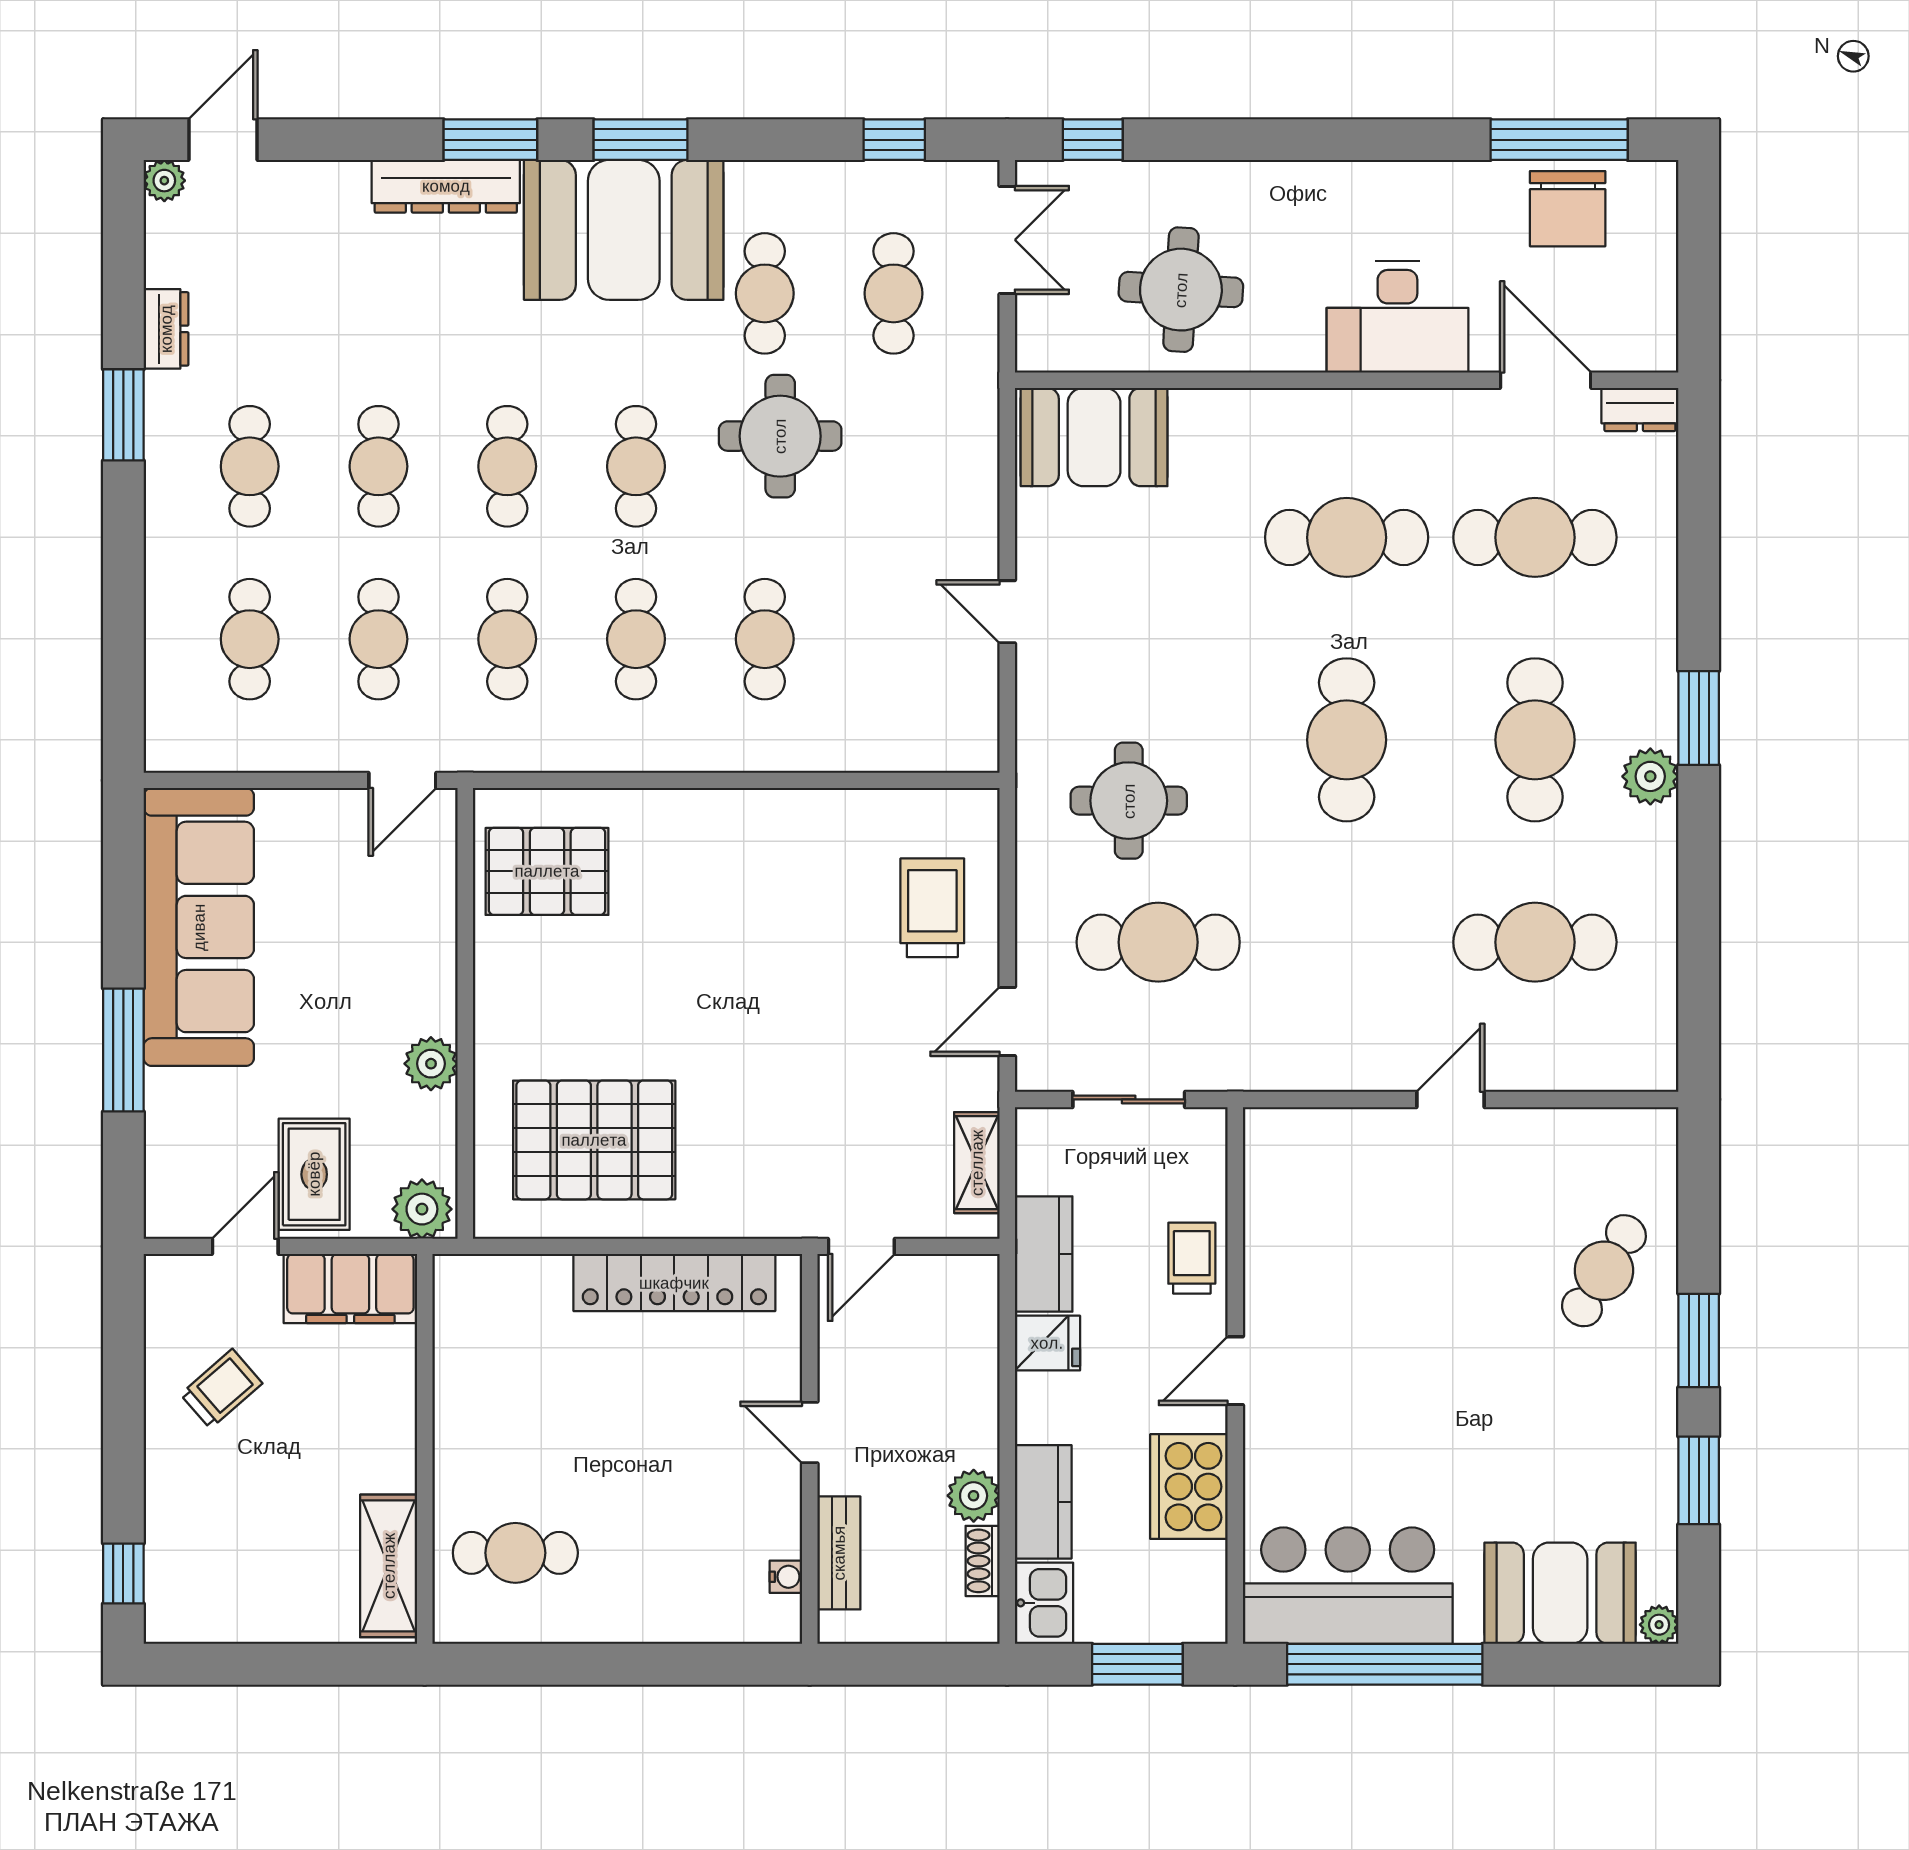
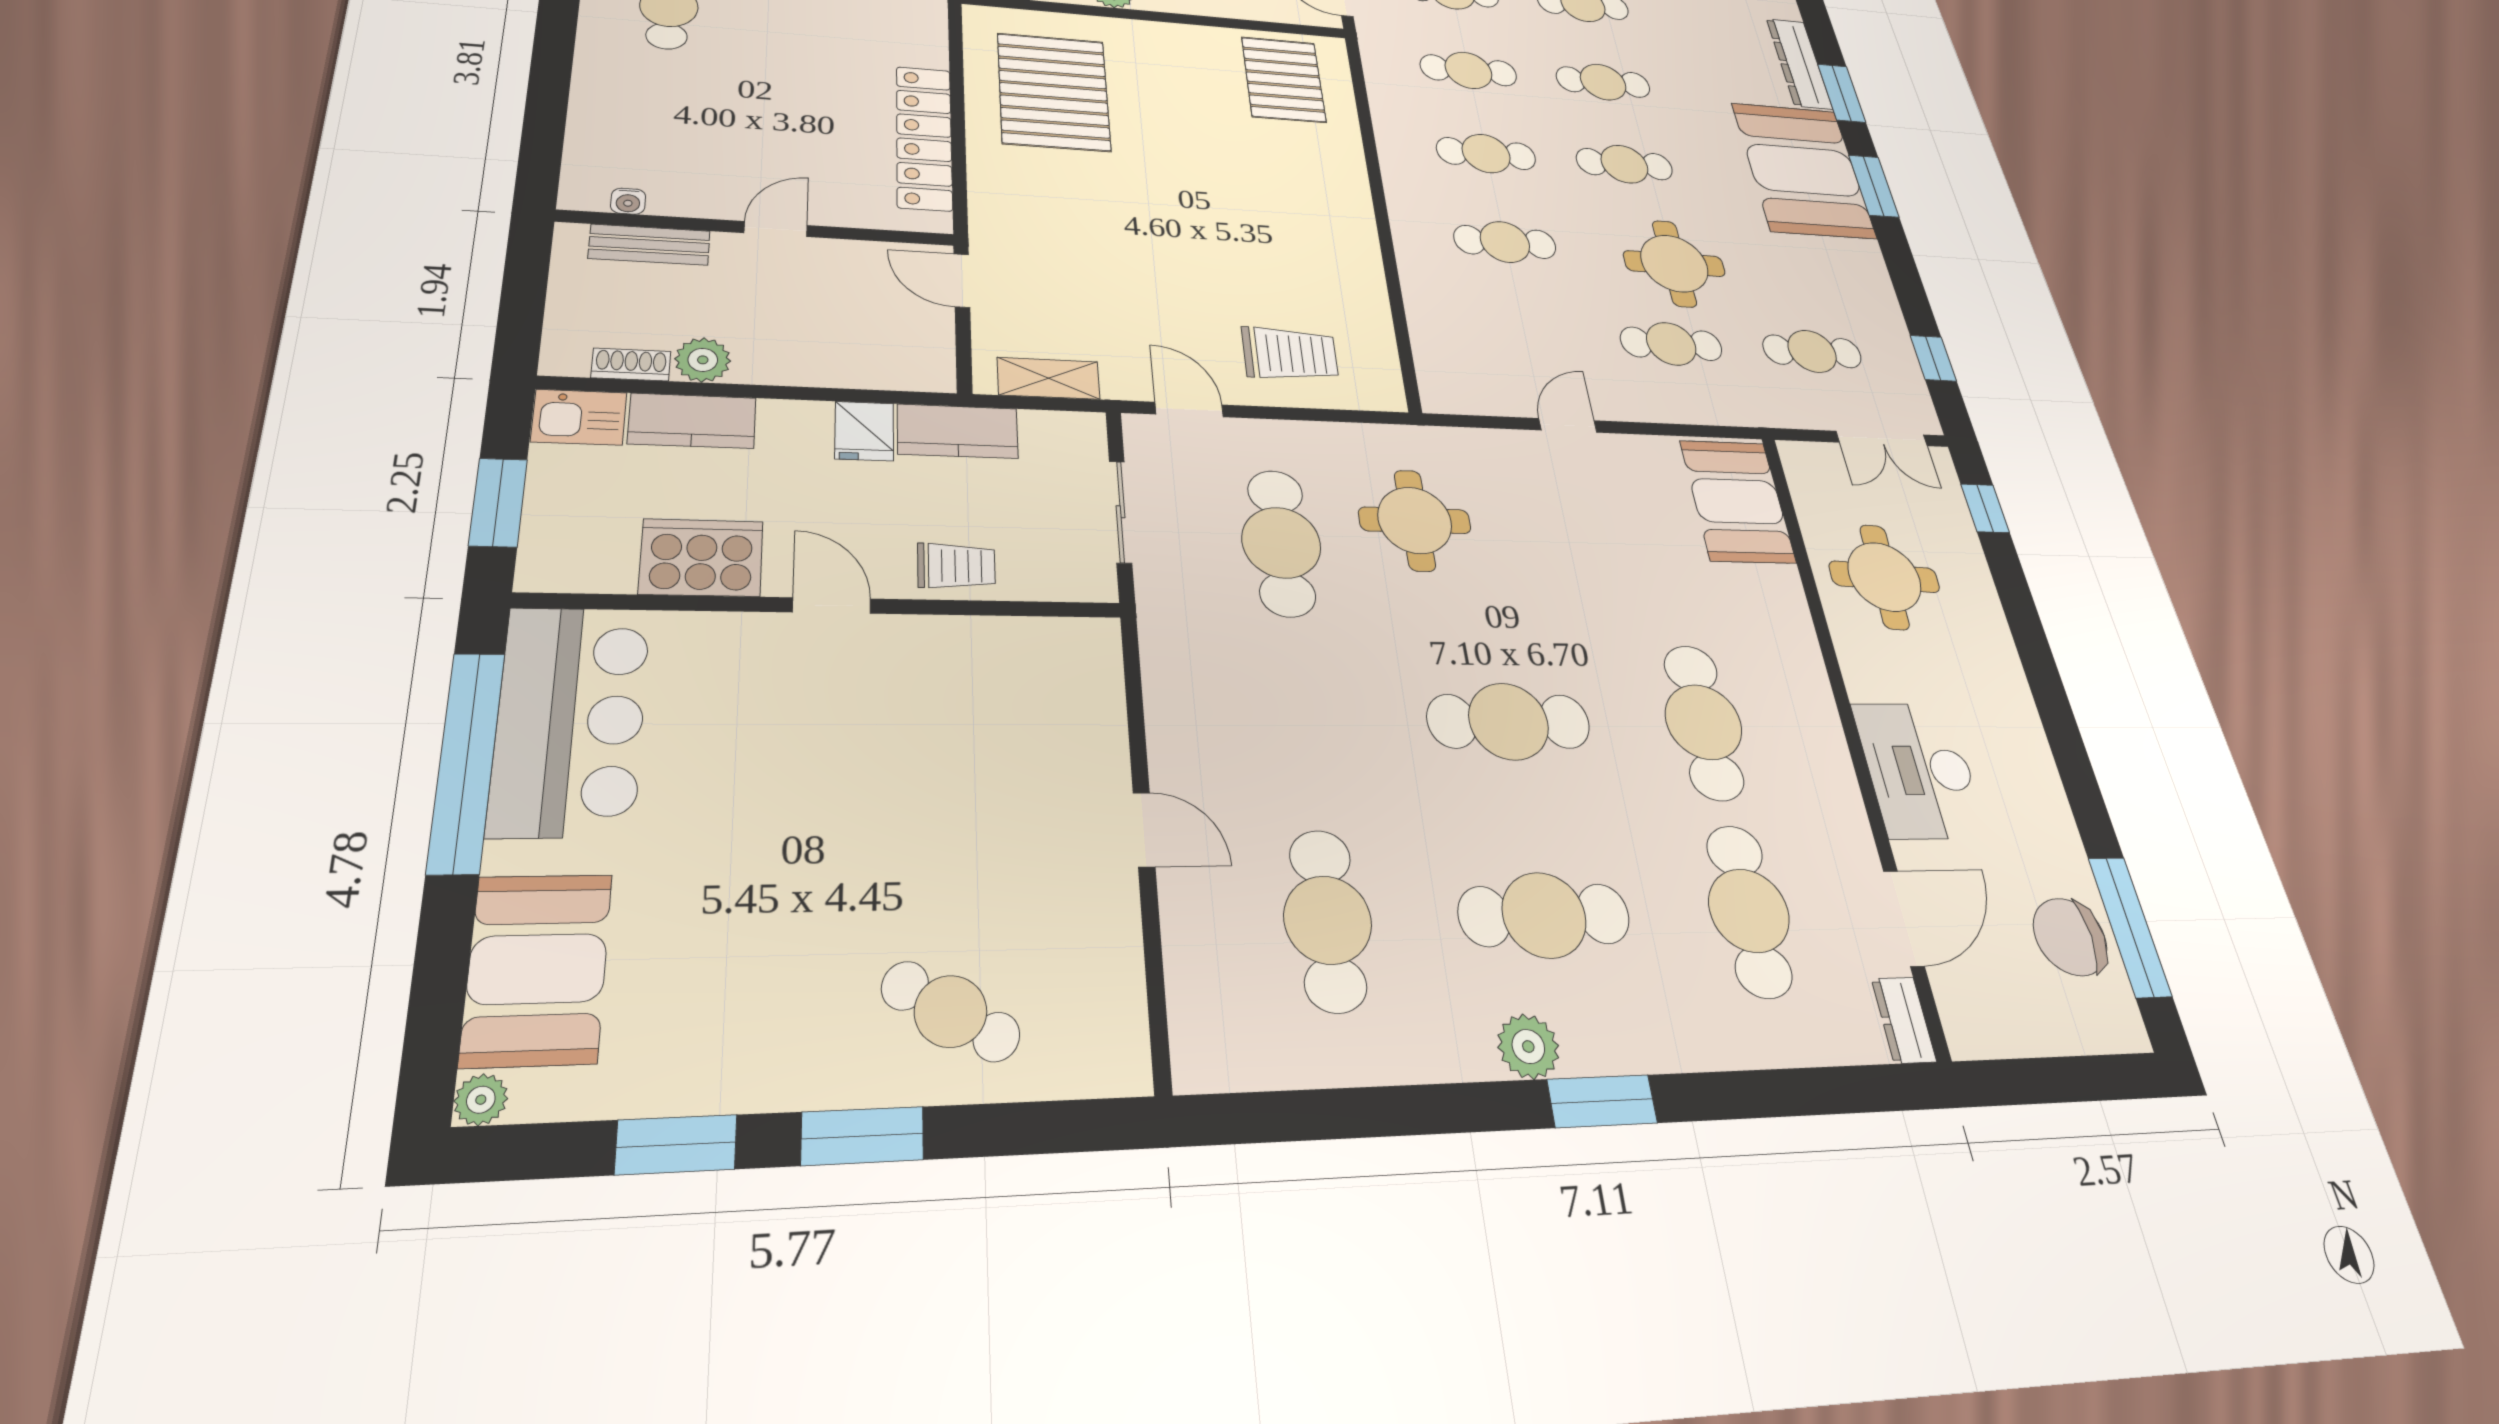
cafe table: (765, 293) -> (1671, 344), moved

